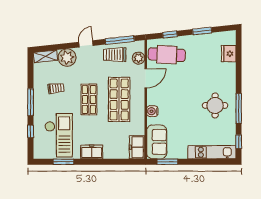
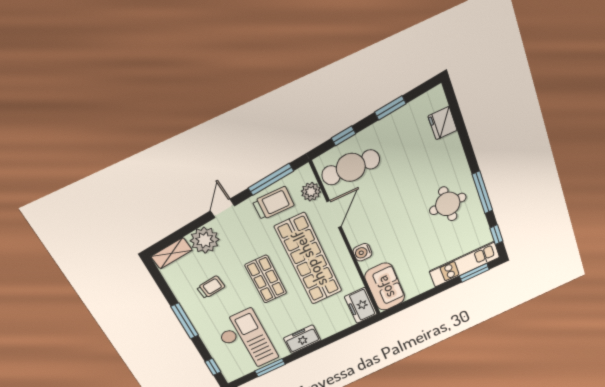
trolley: (115, 55) -> (273, 203), turned 180
shop shelf: (119, 99) -> (309, 259), width x1.40
window: (31, 131) -> (213, 367), moved
window: (167, 162) -> (474, 273), moved

